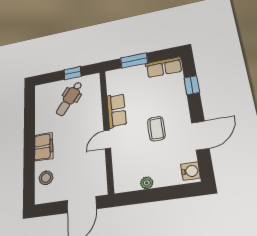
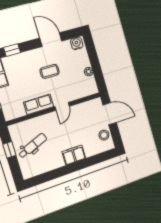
dental chair: (69, 99) -> (33, 146), turned -58
door: (107, 139) -> (62, 106), hinge flipped
stool: (46, 178) -> (104, 135), moved

